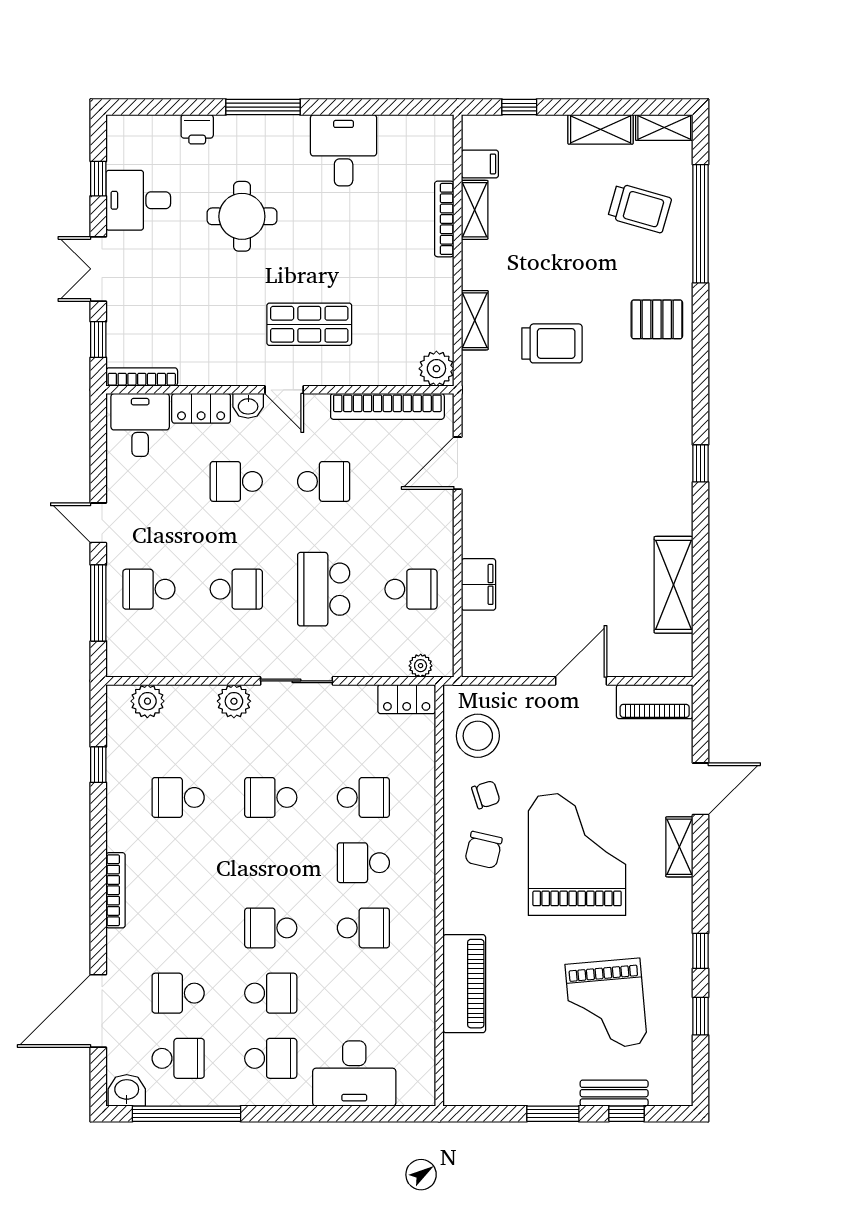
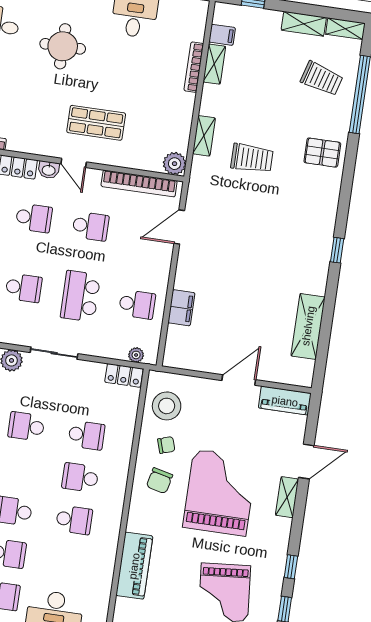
school desk: (236, 481) -> (34, 218), turned 180

